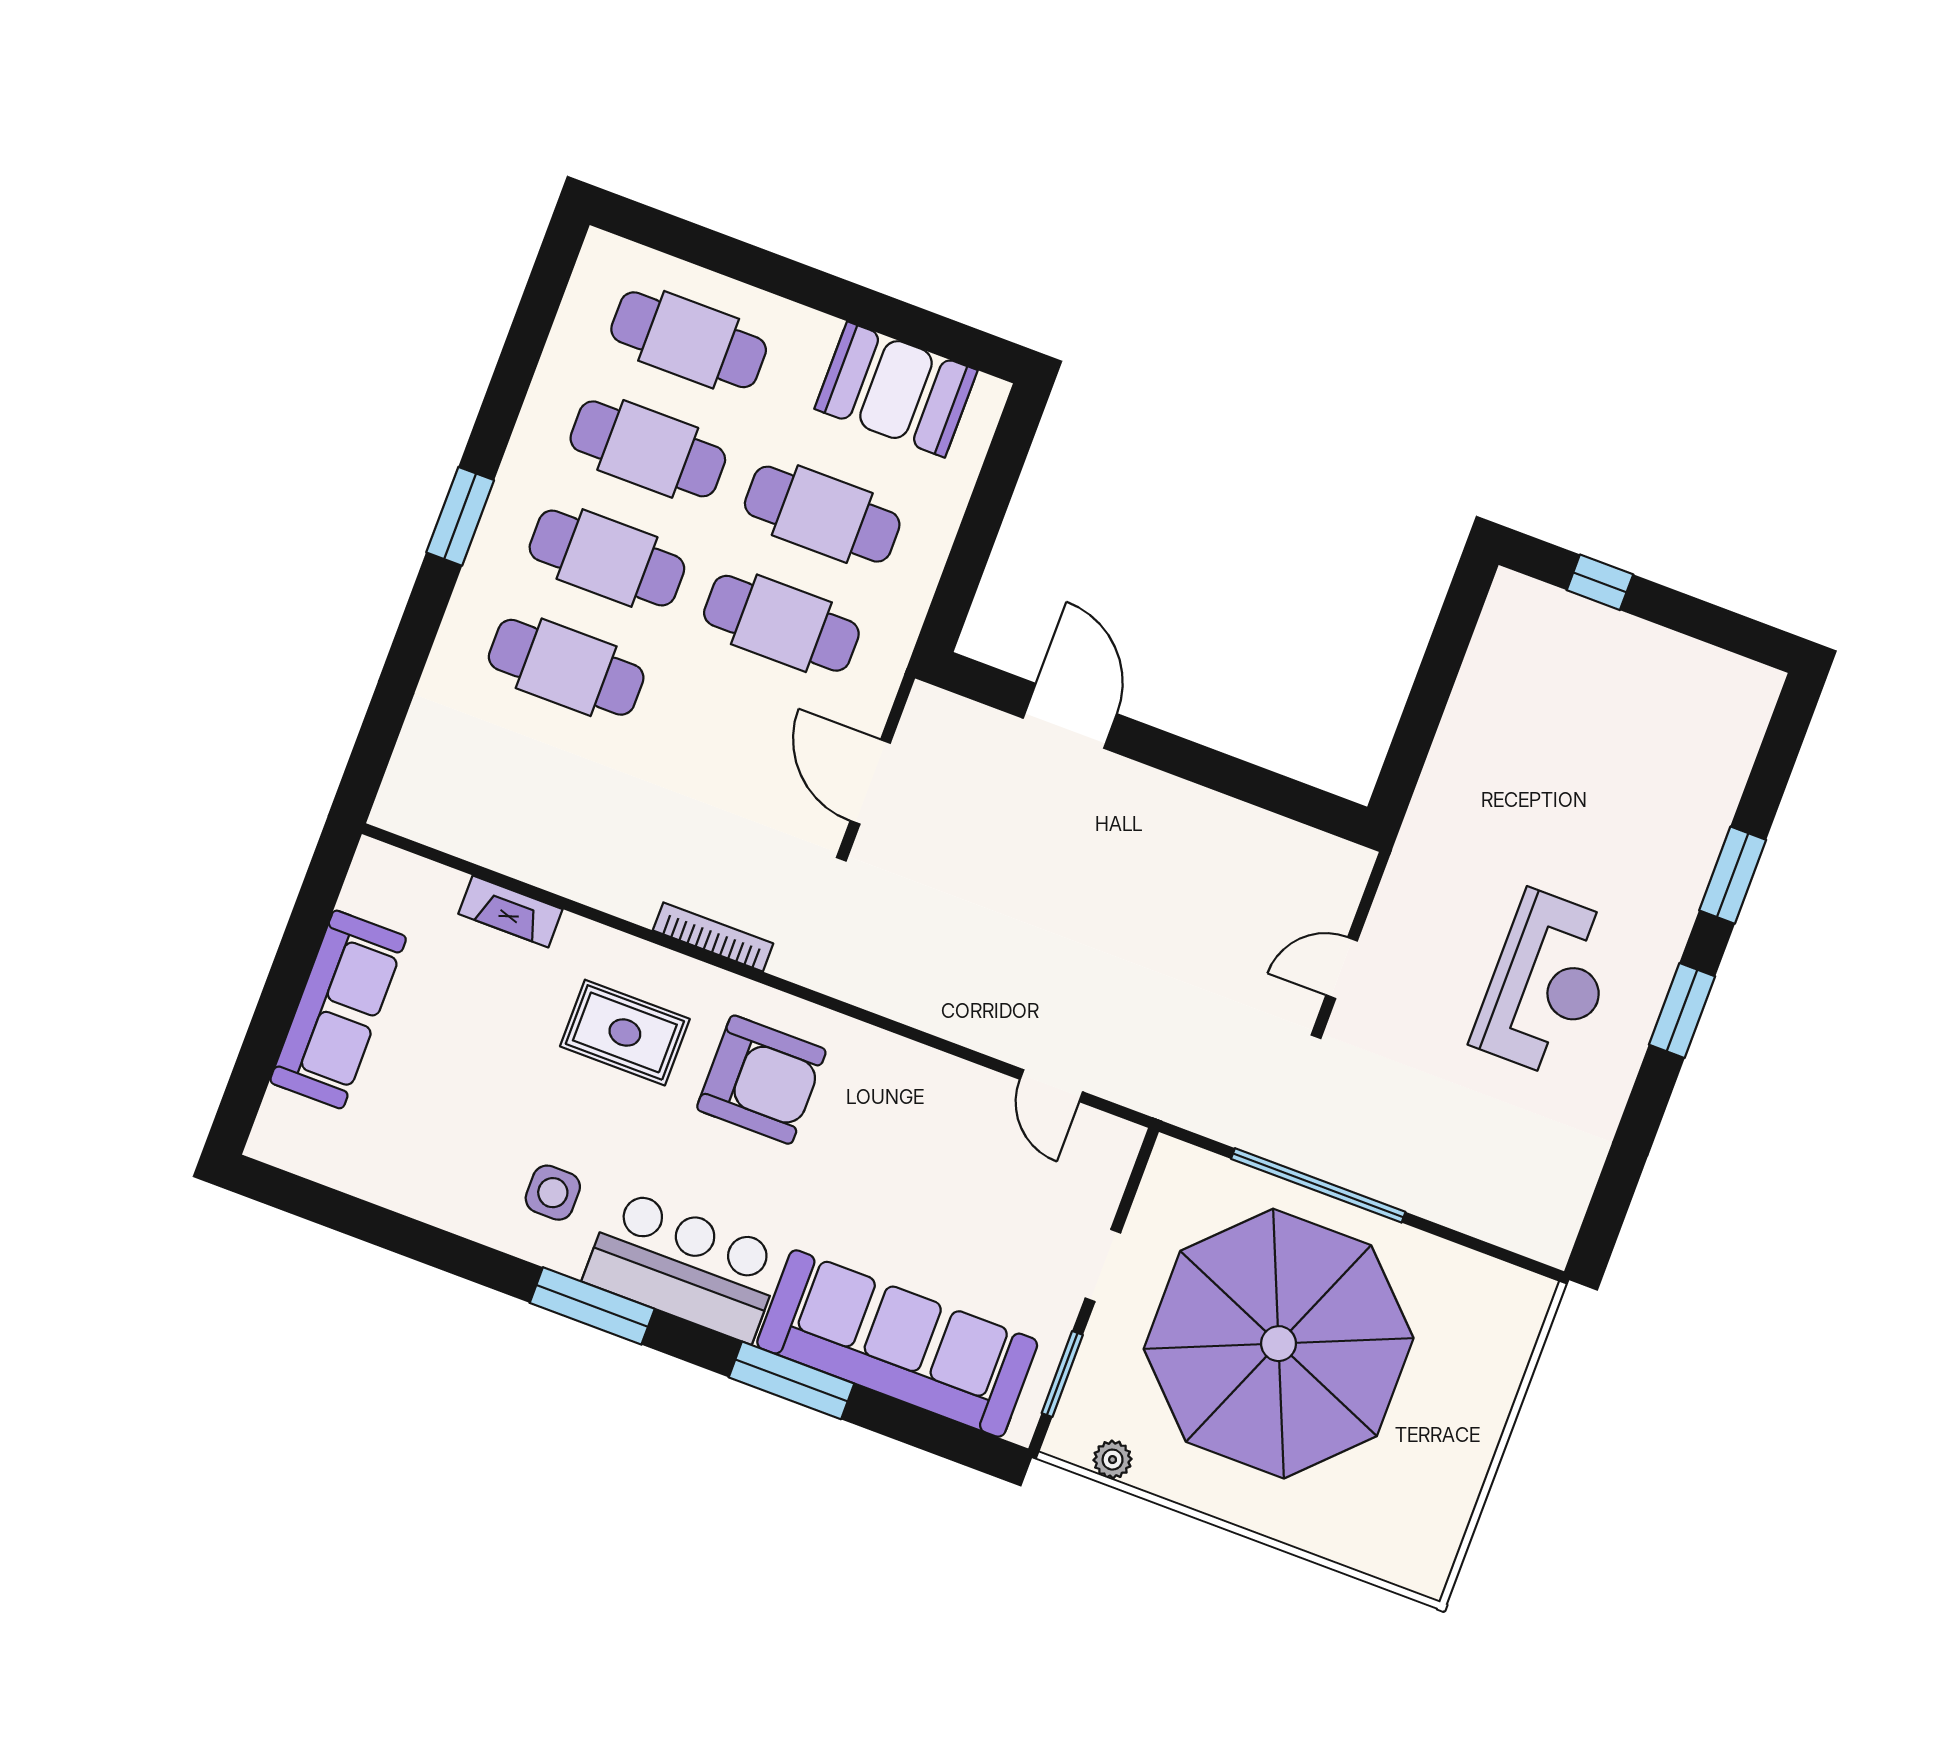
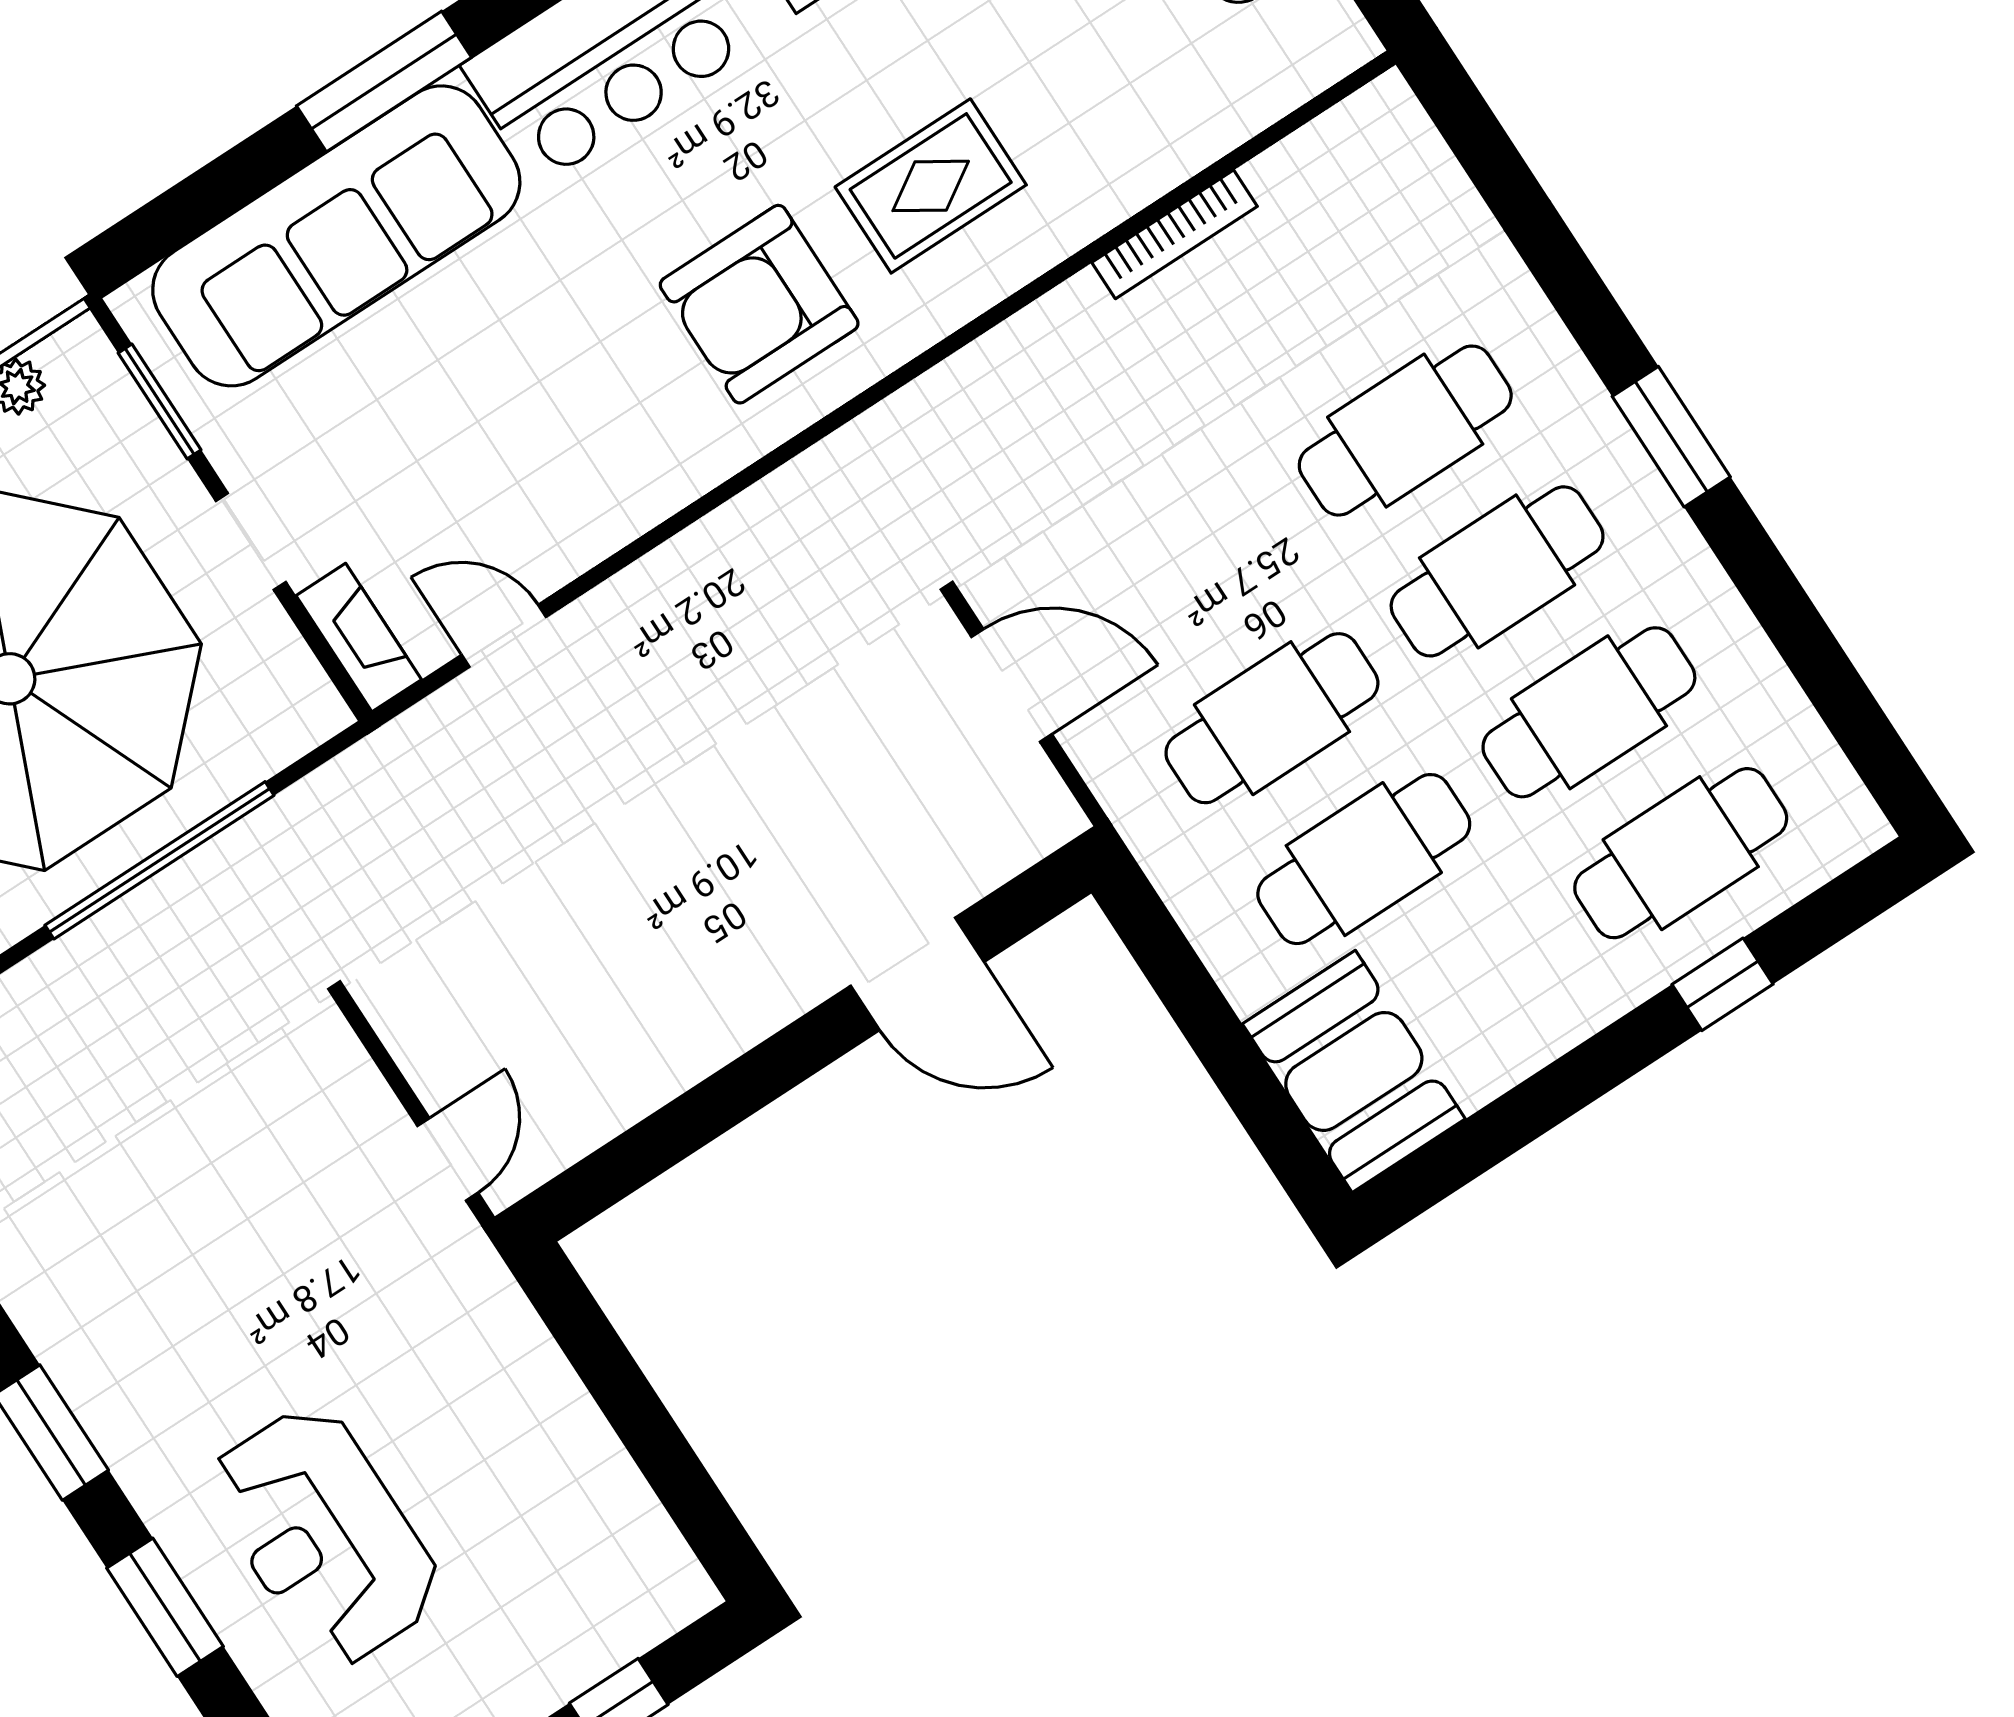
window: (745, 262) -> (1722, 984), added
booth: (896, 390) -> (1354, 1071), moved, turned 90
fireplace: (510, 911) -> (359, 638), moved, turned 90
bookcase: (713, 937) -> (1175, 234), moved
door: (1342, 968) -> (448, 1159), moved
reception desk: (1547, 984) -> (324, 1536), moved

